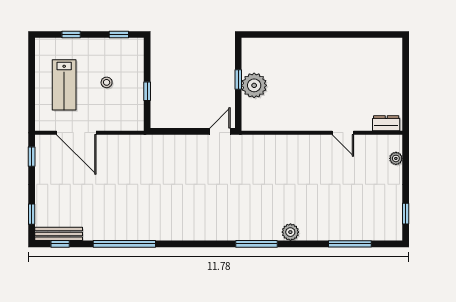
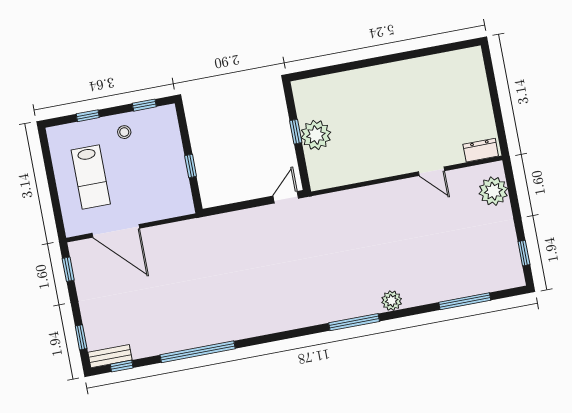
stool: (107, 82) -> (124, 132), moved
plant: (396, 158) -> (493, 191), width x1.88, depth x1.88
bench: (59, 234) -> (110, 356), width x0.73

